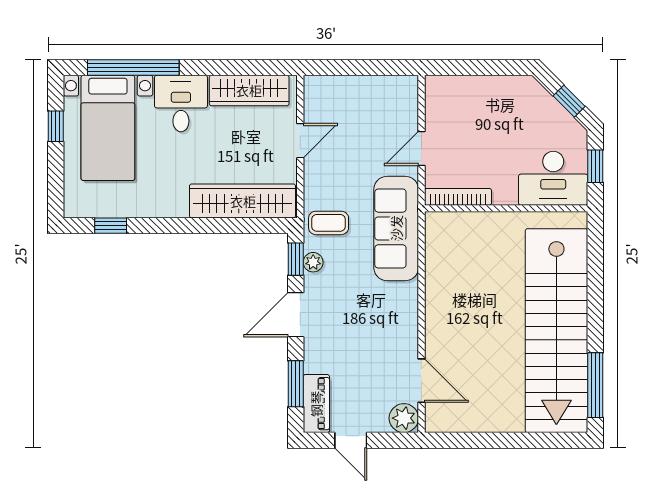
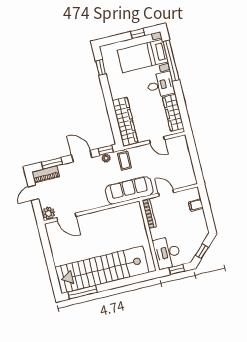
filing cabinet: (464, 90) -> (196, 205), added
door: (421, 381) -> (66, 217), hinge flipped

